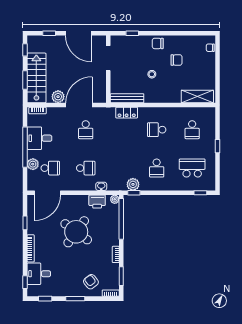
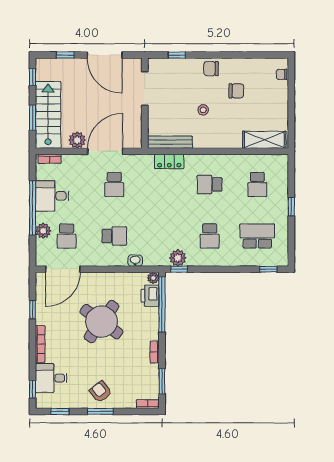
school desk: (50, 168) -> (67, 236), turned 90
printer: (97, 202) -> (150, 296), moved, turned 90
armchair: (91, 282) -> (101, 392), moved

